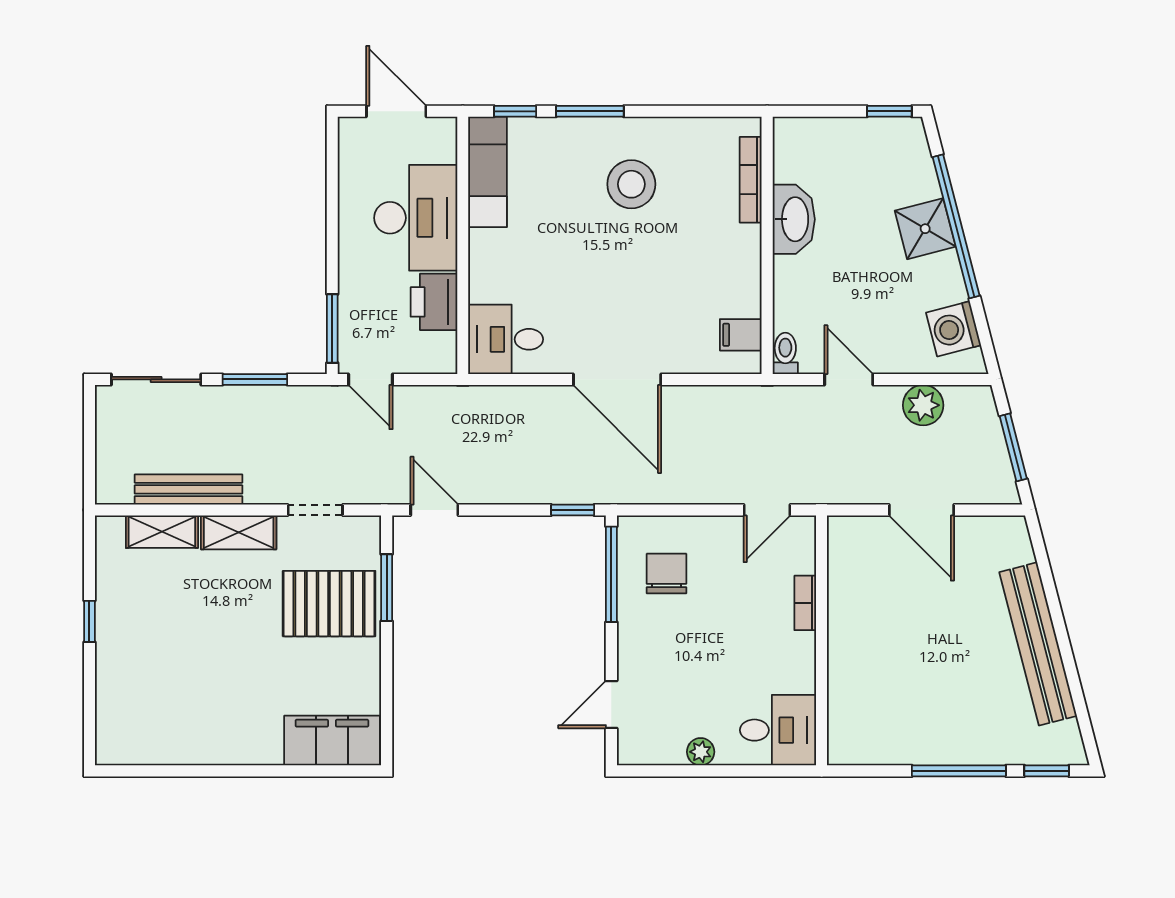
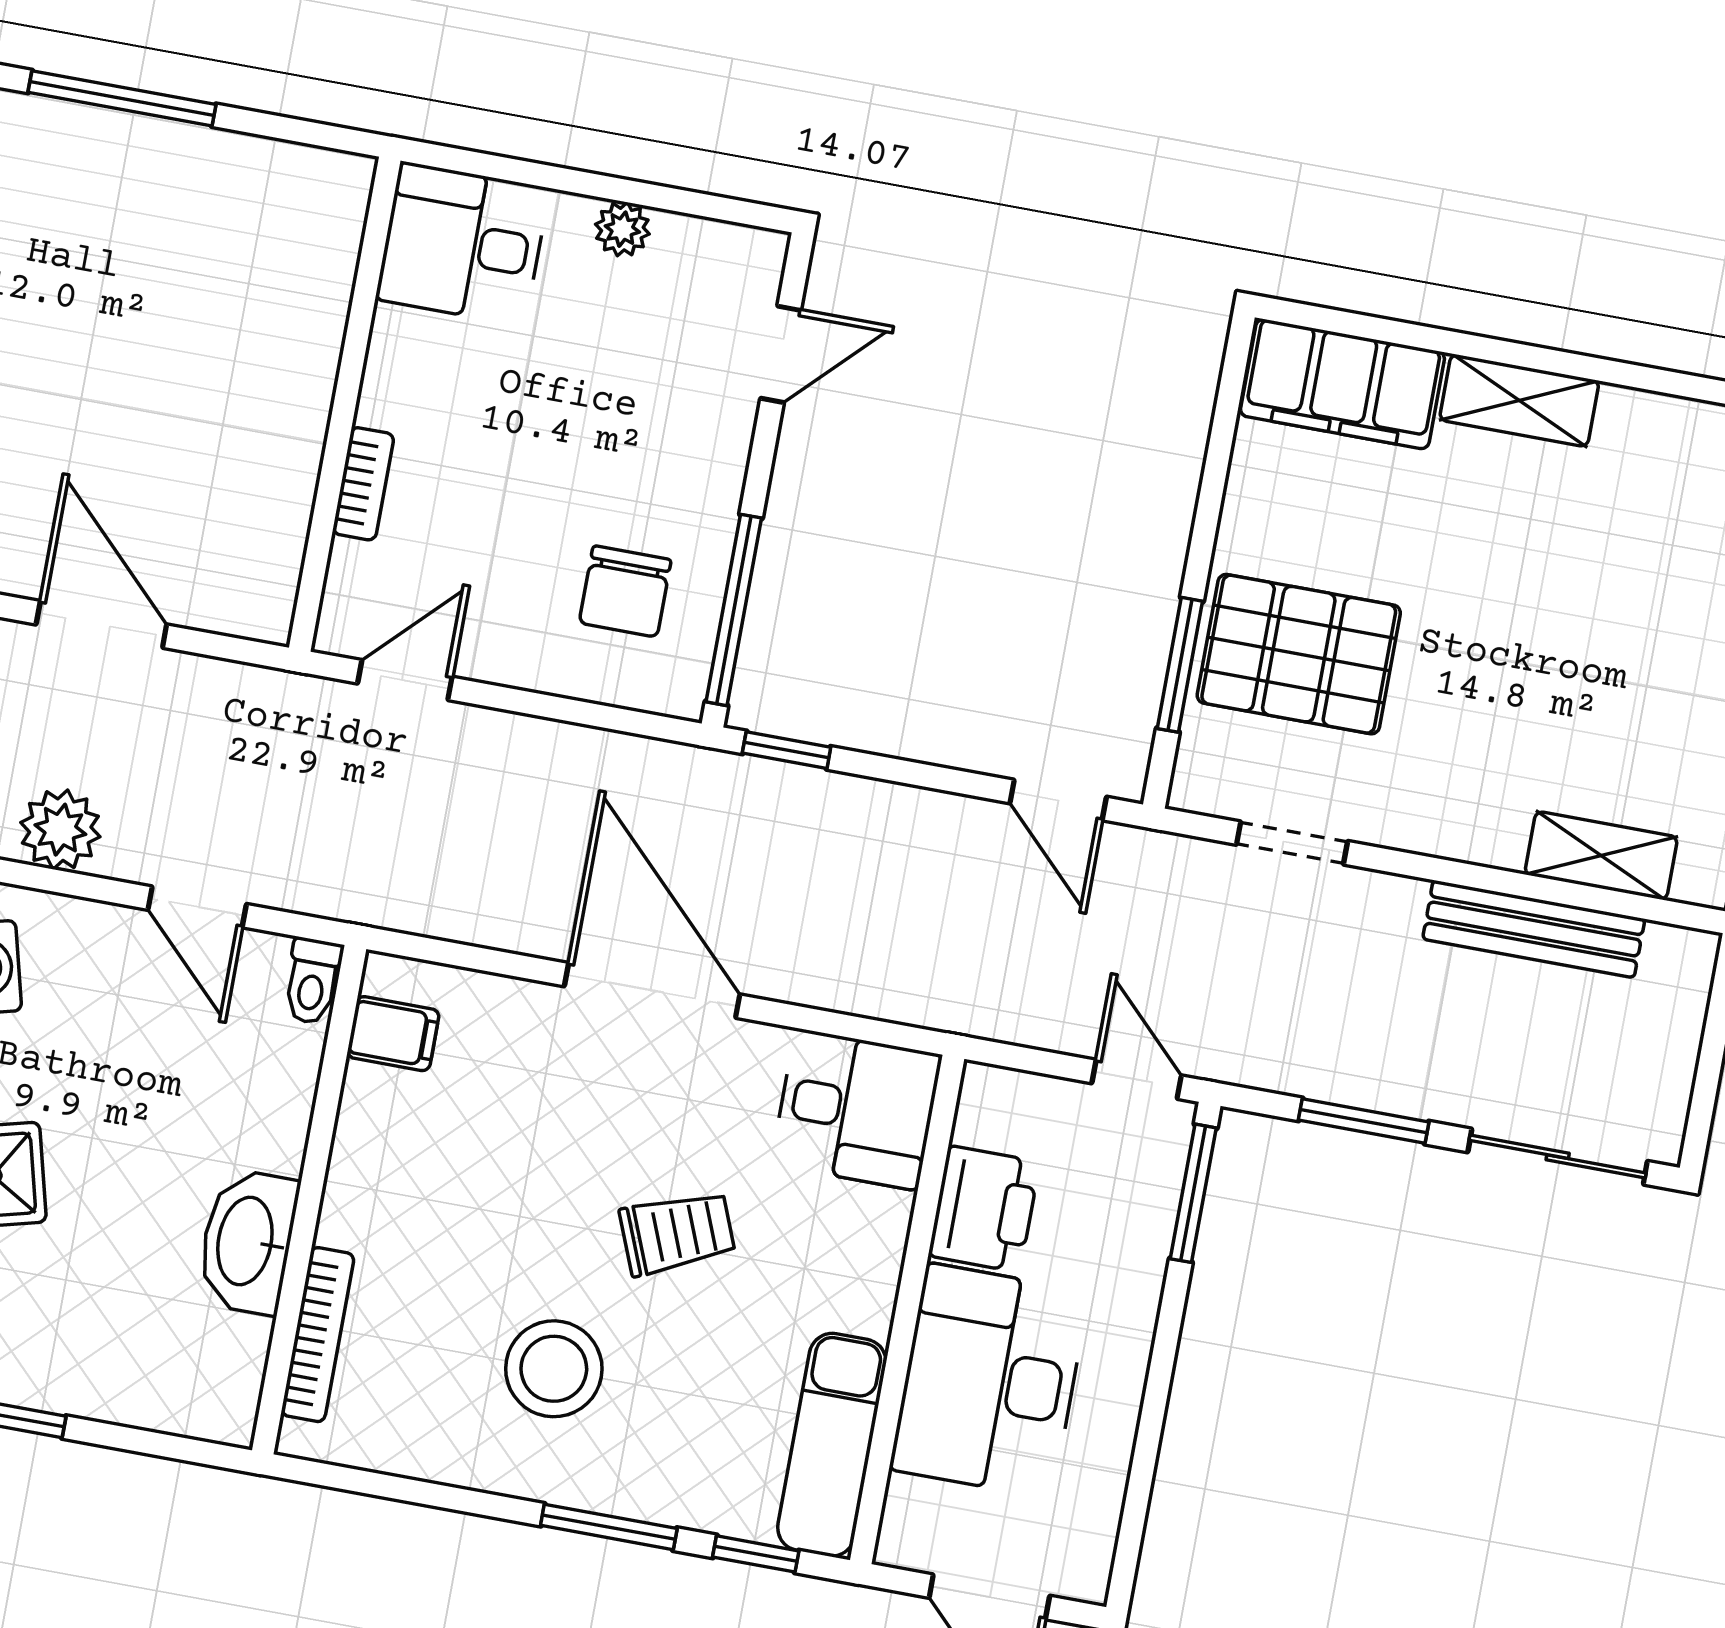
trolley: (583, 262) -> (677, 1233), added
shelving: (239, 532) -> (1519, 400), moved

